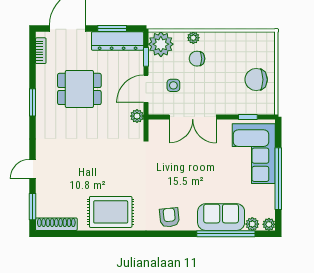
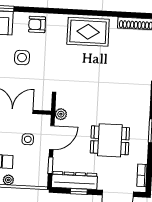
window: (112, 29) -> (79, 191), width x0.67
plant: (161, 44) -> (37, 176), removed
side table: (185, 179) -> (22, 58), added
armchair: (169, 217) -> (37, 24), turned 96

